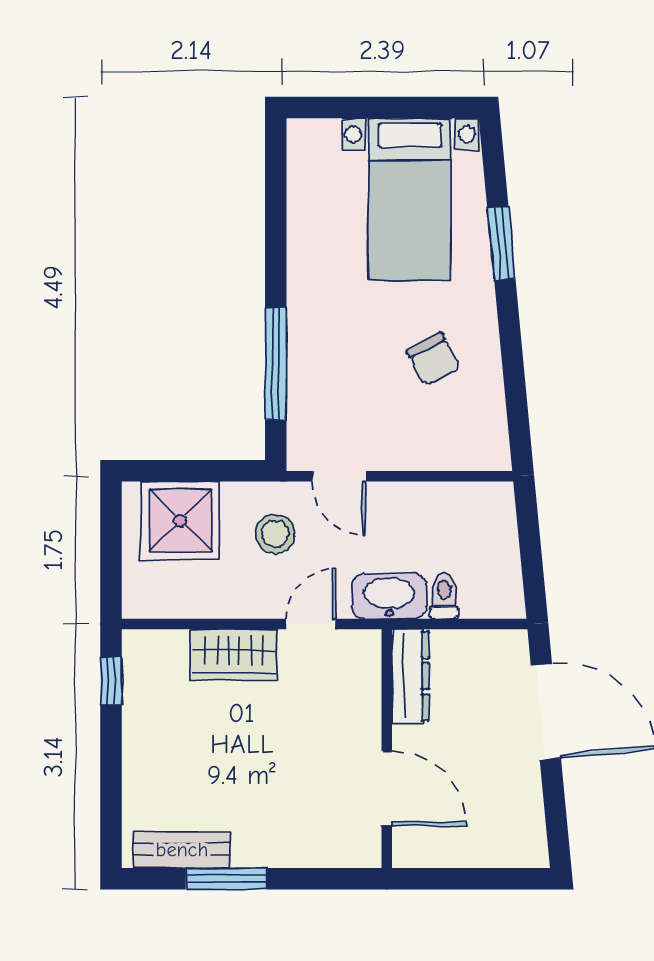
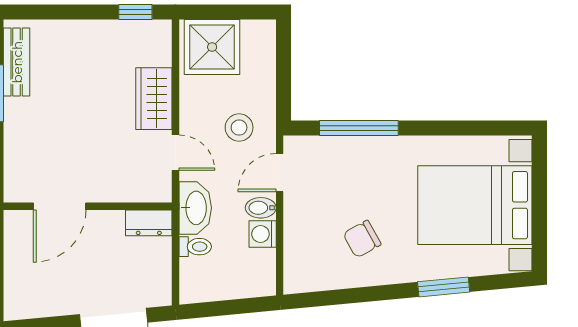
bed with nightstands: (410, 199) -> (475, 205), width x1.36
washing machine: (426, 500) -> (263, 234), added
bidet: (389, 503) -> (261, 208), added
shower: (180, 521) -> (212, 47), moved
dresser: (410, 676) -> (149, 223), width x0.70

